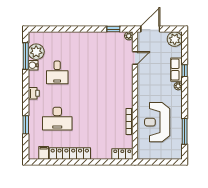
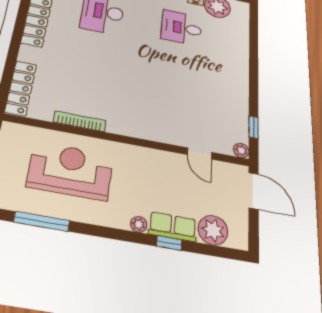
plant: (175, 39) -> (213, 230), moved
locker: (122, 154) -> (21, 88), width x1.53

